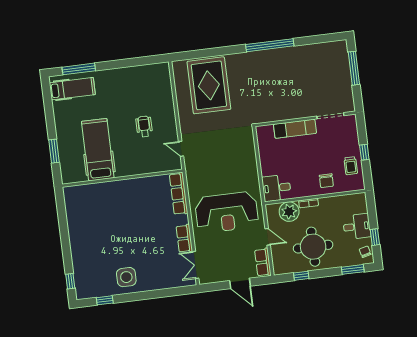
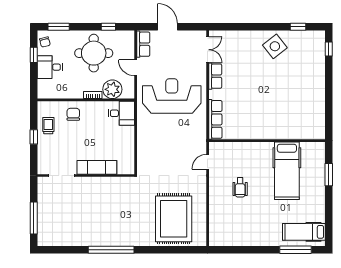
door: (181, 149) -> (208, 162), swing flipped
side table: (126, 277) -> (275, 46), turned -38

